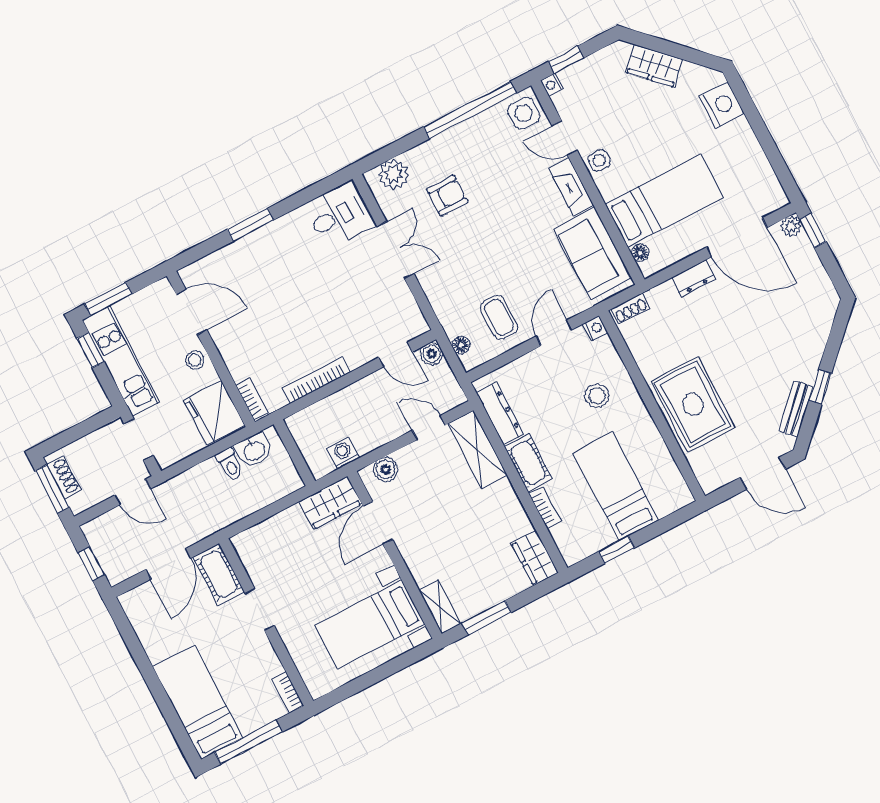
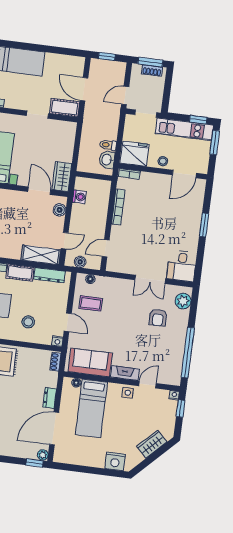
side table: (524, 113) -> (170, 375), removed
boiler: (432, 354) -> (80, 262), moved

